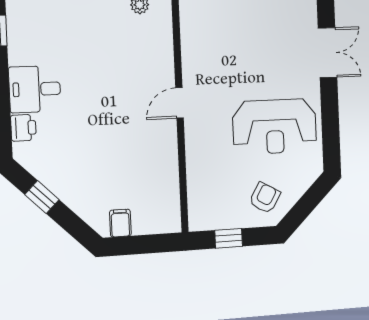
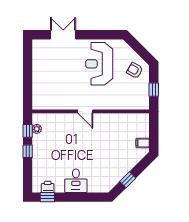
reception desk: (275, 127) -> (99, 64), turned 180
printer: (23, 128) -> (48, 187), moved

